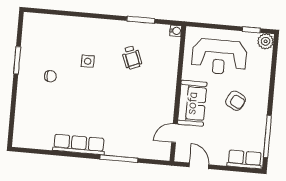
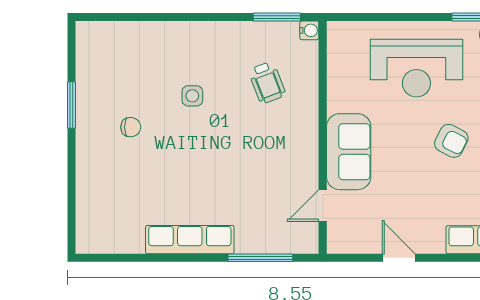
water cooler: (176, 31) -> (309, 30), moved
wall: (178, 94) -> (323, 137), moved
sofa: (192, 103) -> (349, 152), moved
door: (174, 133) -> (323, 206), moved

